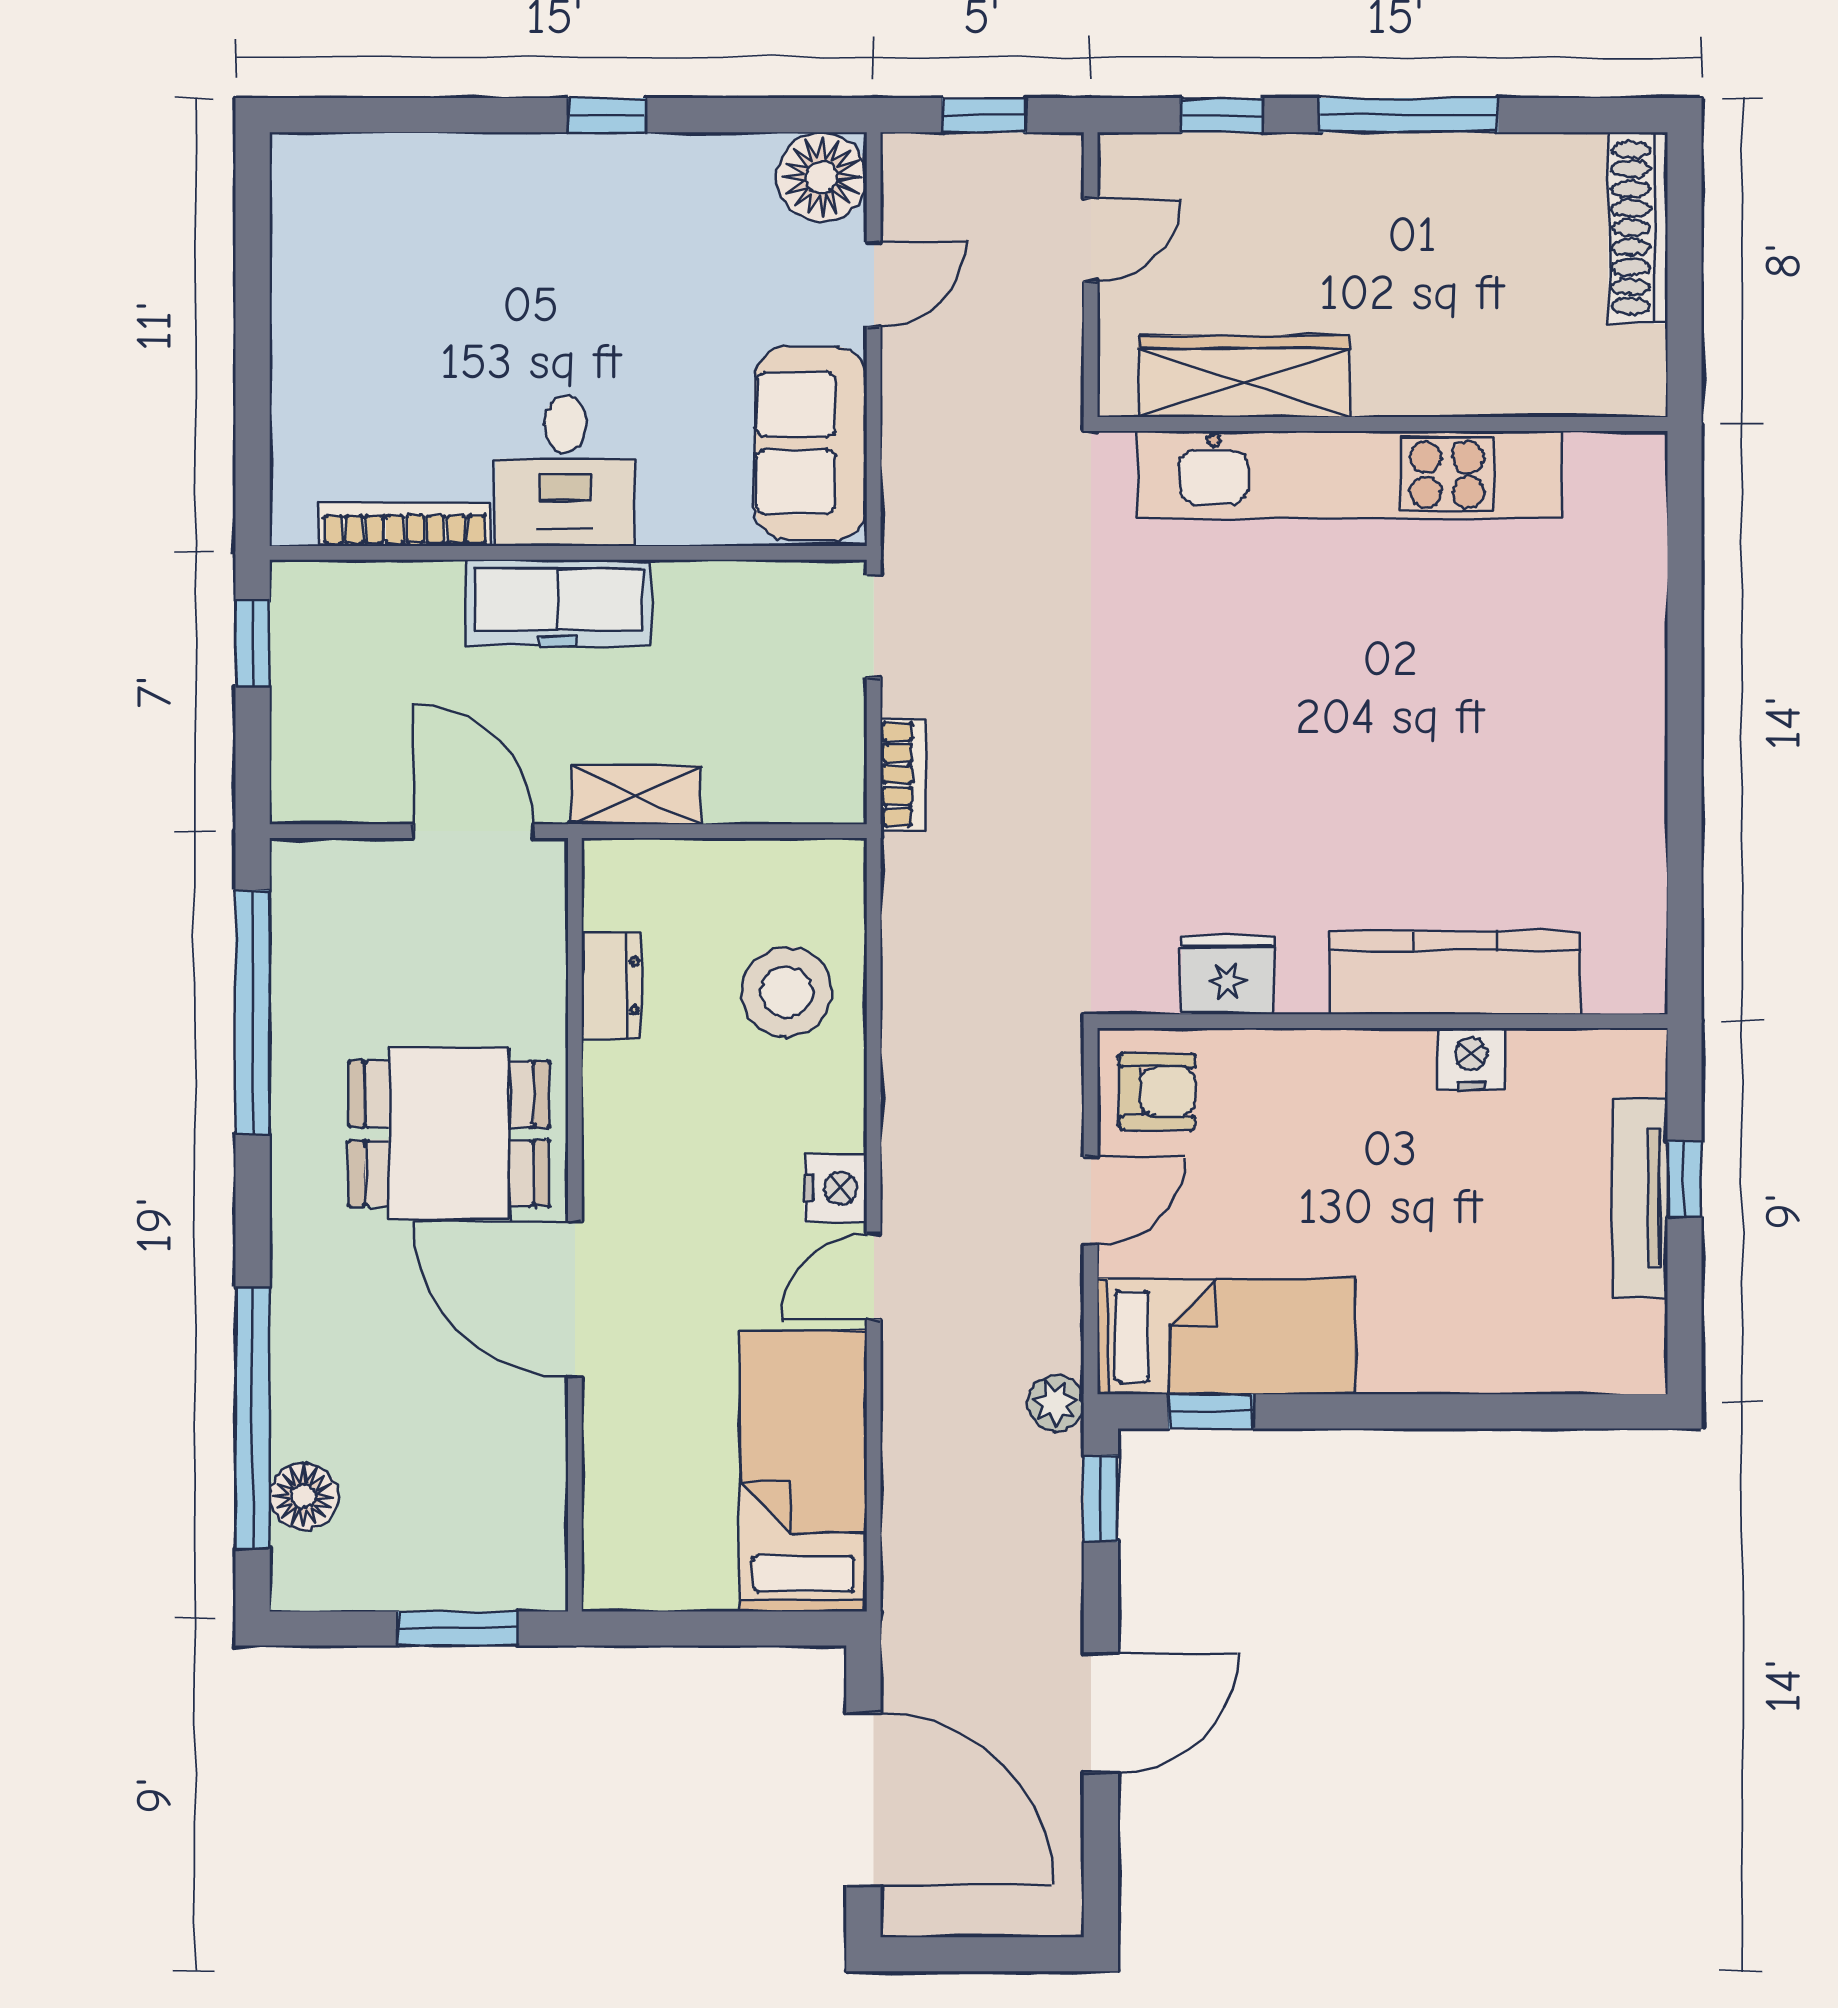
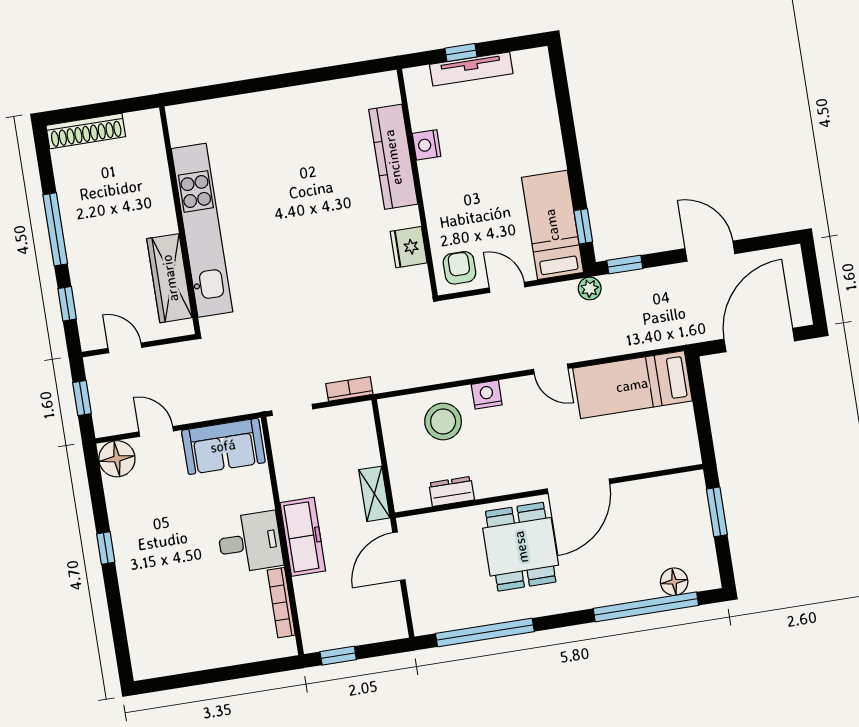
nightstand: (835, 1188) -> (487, 395), moved

